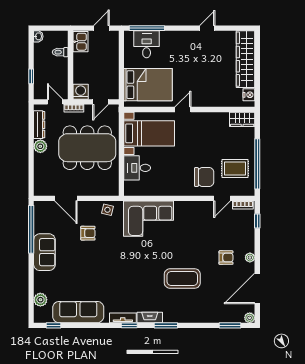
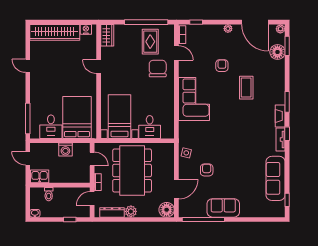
desk: (147, 44) -> (51, 127), moved, turned -90
washing machine: (81, 92) -> (65, 150), moved, turned -90
door: (183, 109) -> (99, 67), moved
floor lamp: (42, 187) -> (167, 210), added
corner sofa: (149, 219) -> (194, 99), moved
armchair: (226, 258) -> (222, 66), moved
coffee table: (182, 278) -> (246, 88), width x0.73, depth x0.76
plant: (40, 300) -> (265, 211), removed
floor lamp: (223, 314) -> (277, 52), added

